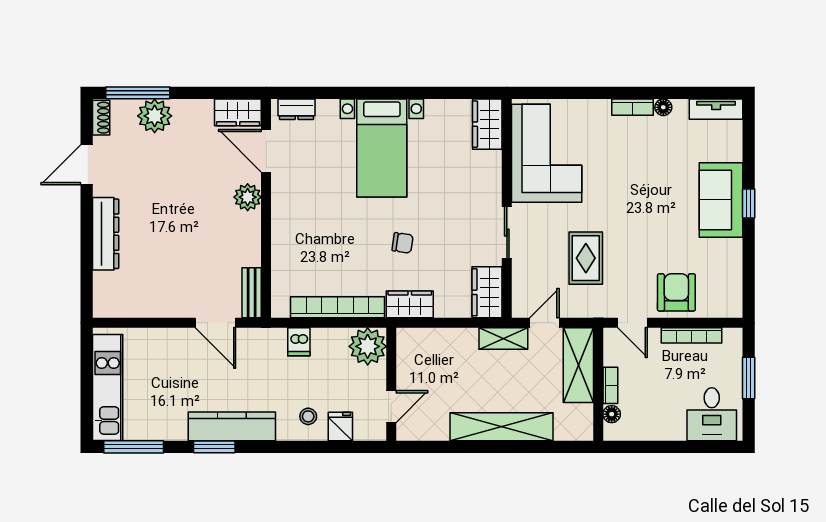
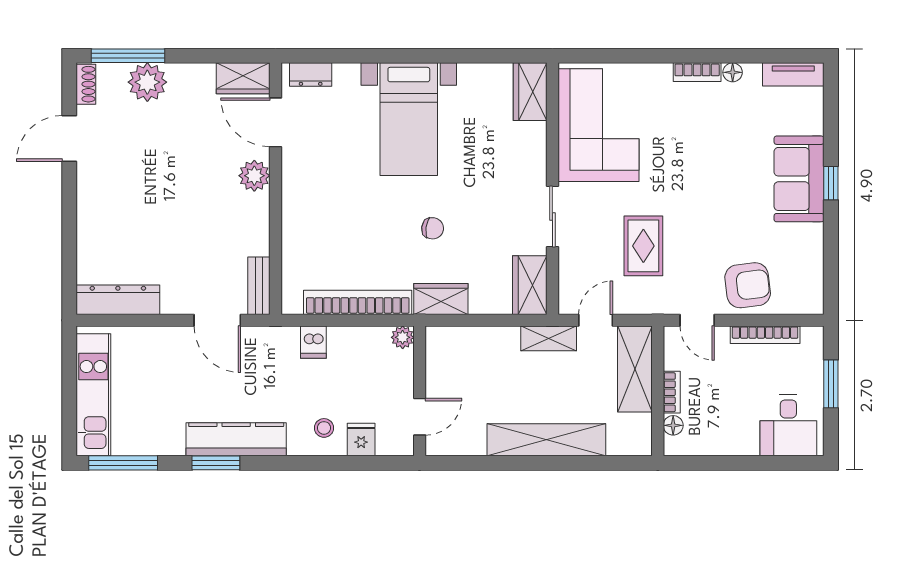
dresser: (106, 234) -> (118, 300), moved, turned -90
armchair: (676, 292) -> (748, 285), turned 83
plant: (368, 346) -> (403, 337), width x0.53, depth x0.53

